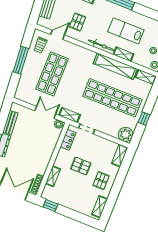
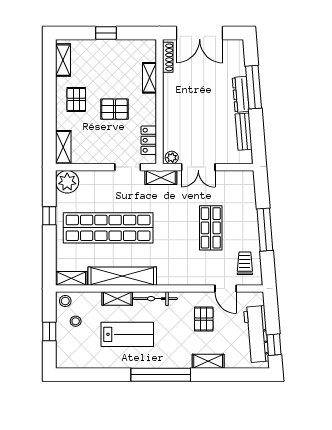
door: (58, 35) -> (226, 289), hinge flipped
shop shelf: (52, 74) -> (211, 228), width x0.70, depth x0.74
window: (50, 206) -> (106, 33), moved

